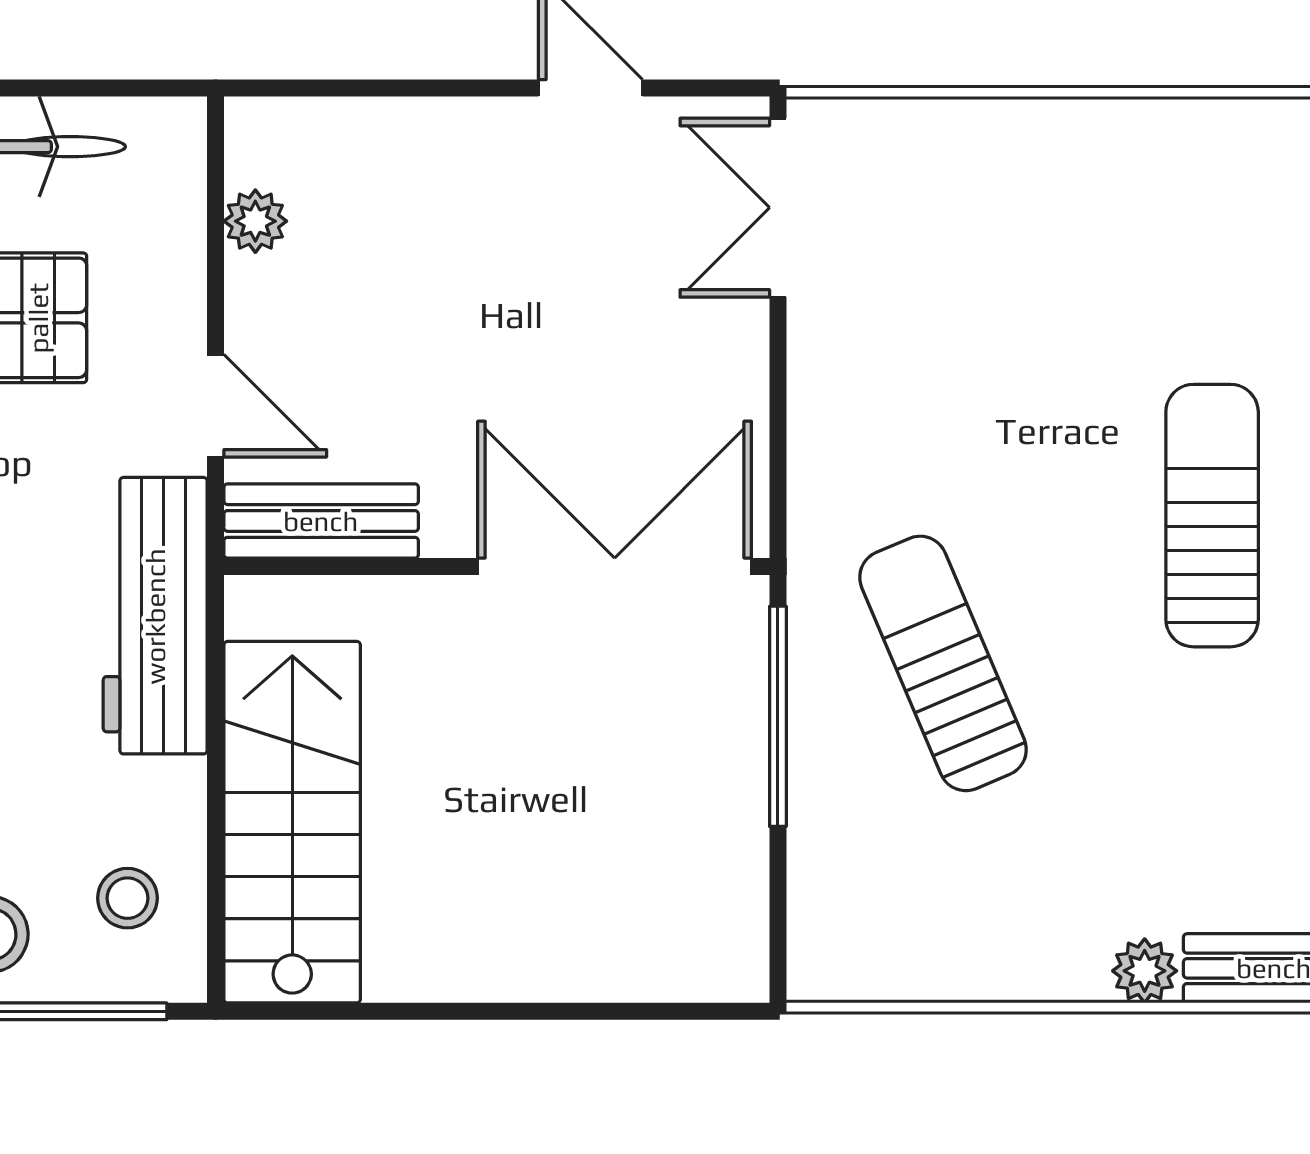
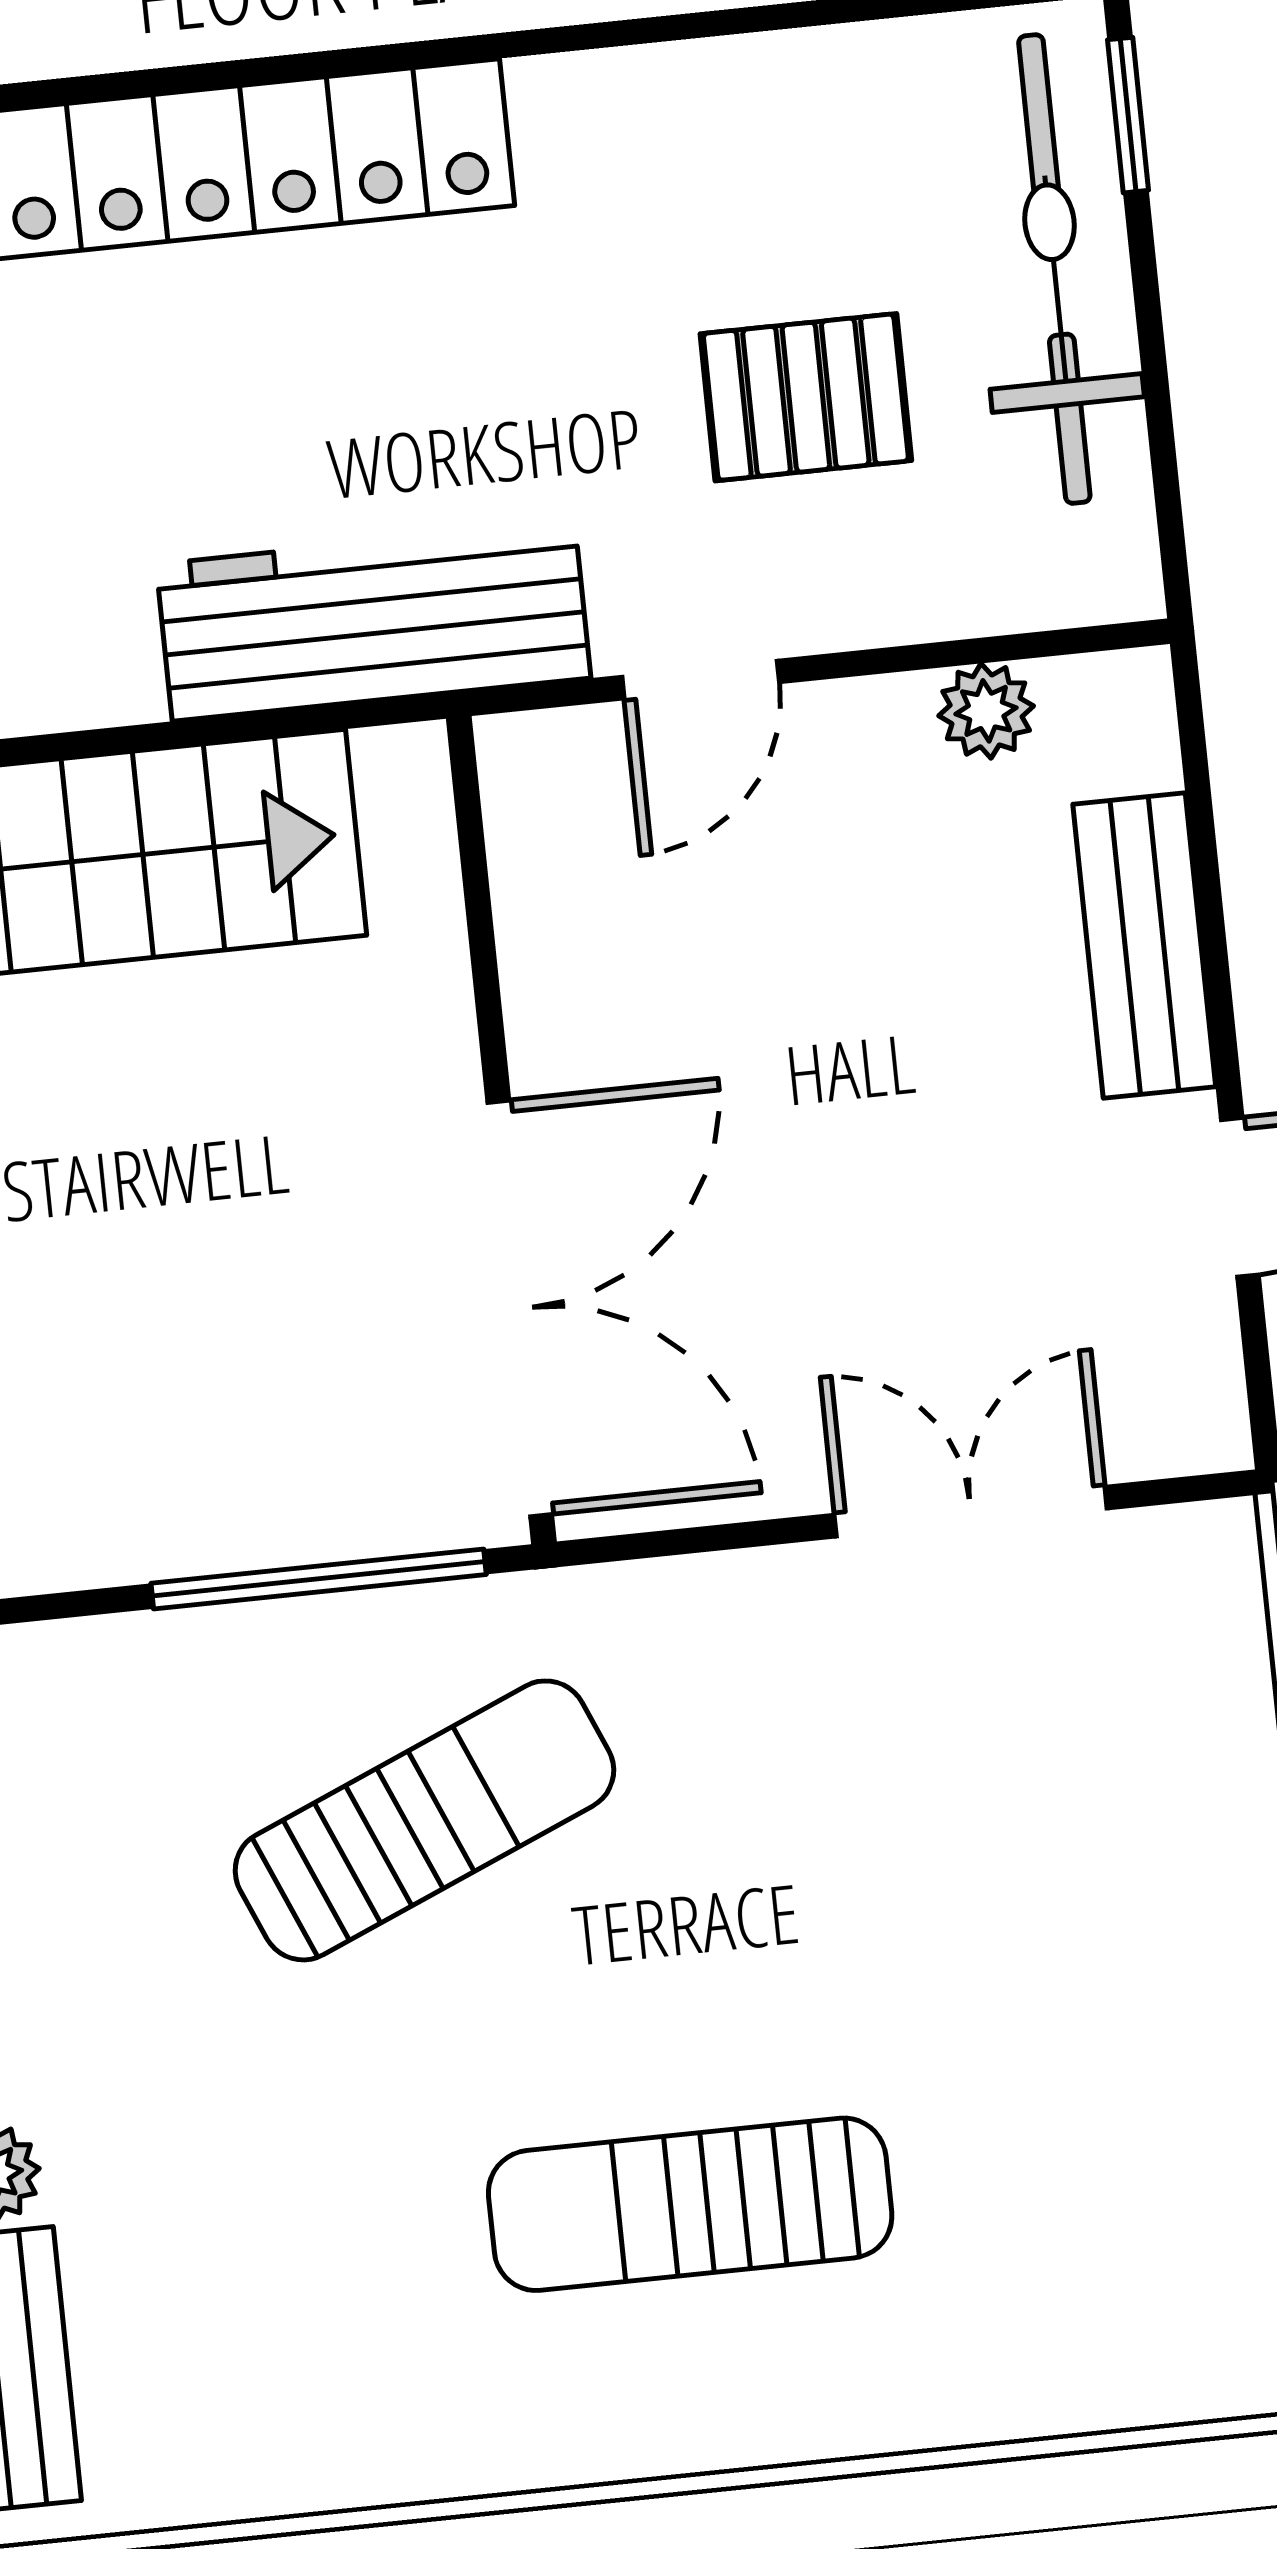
double door: (778, 208) -> (971, 1512), moved
sun lounger: (1212, 516) -> (690, 2204), turned 180
bench: (321, 521) -> (1144, 946), moved

